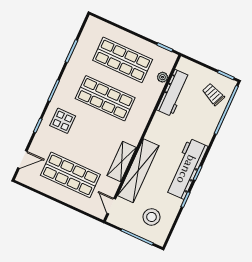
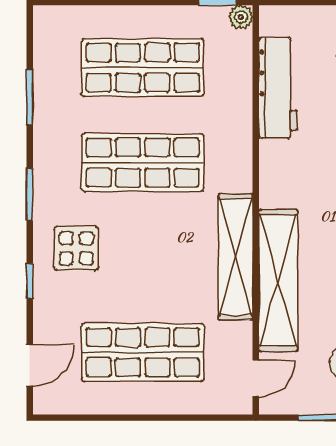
plant: (163, 77) -> (241, 17), moved
shelving: (122, 161) -> (236, 257), width x1.47
door: (111, 206) -> (256, 378), swing flipped

